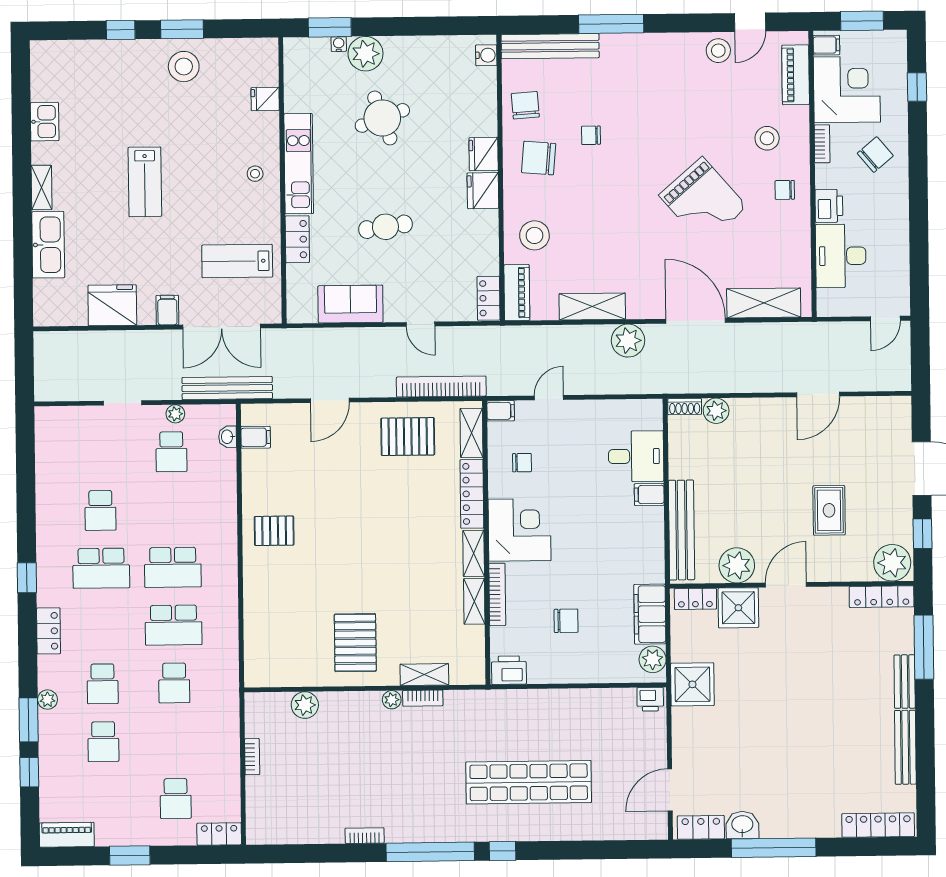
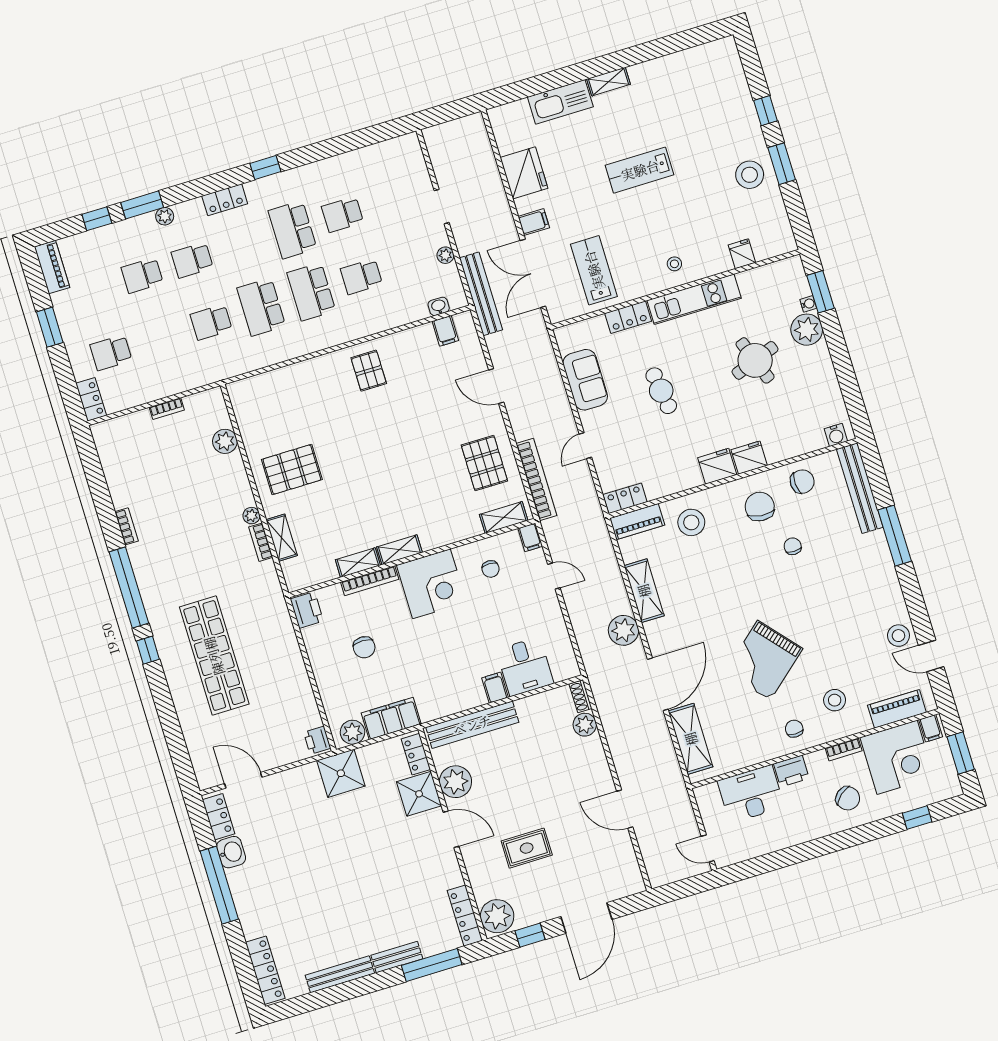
kitchen sink: (45, 122) -> (667, 68), removed
school desk: (171, 452) -> (361, 277), moved
locker: (472, 494) -> (451, 533), removed

